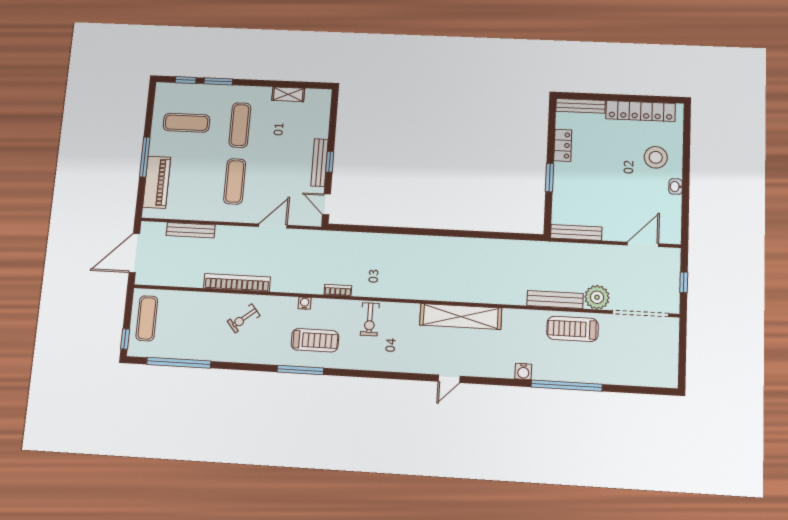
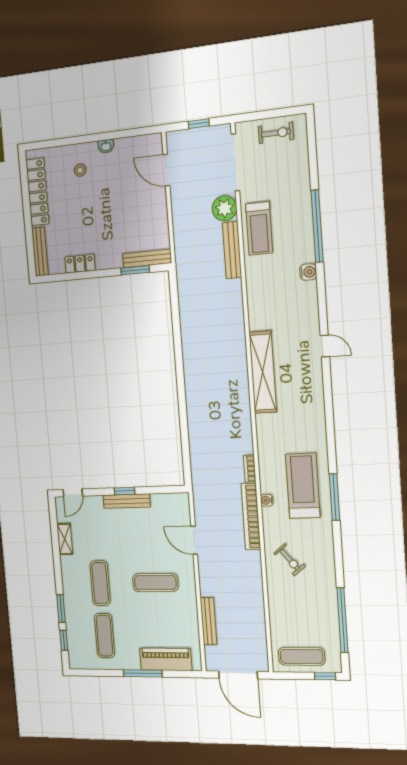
exercise mat: (240, 125) -> (100, 583), turned 90
stool: (656, 157) -> (80, 170), width x0.53, depth x0.53
window: (550, 178) -> (135, 270), moved
door: (326, 204) -> (73, 493), moved
bench: (576, 232) -> (147, 258), moved, turned 90
bookcase: (237, 283) -> (251, 517), moved
shelving: (461, 317) -> (263, 372), moved
exercise bike: (370, 319) -> (276, 133), moved
treadmill: (315, 340) -> (303, 486), width x1.37, depth x1.38

